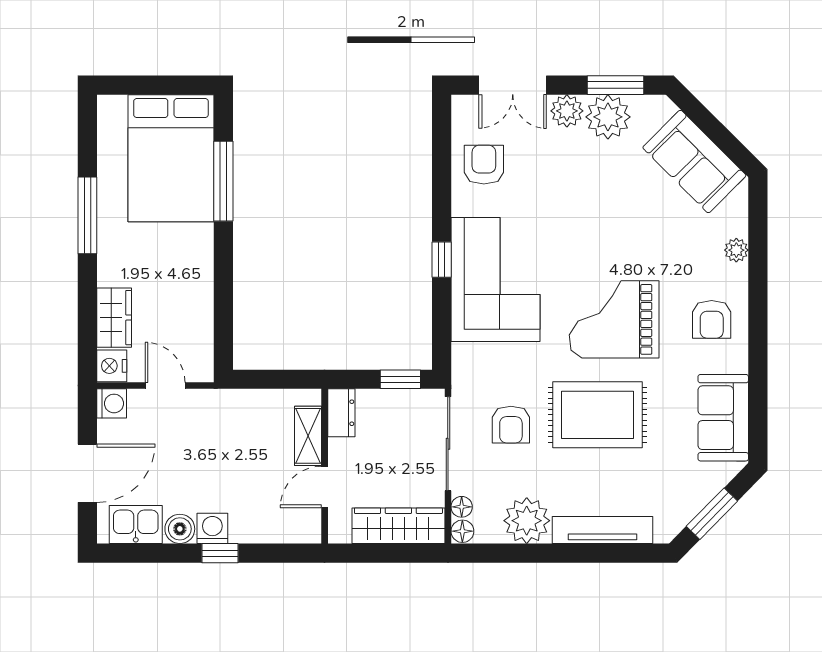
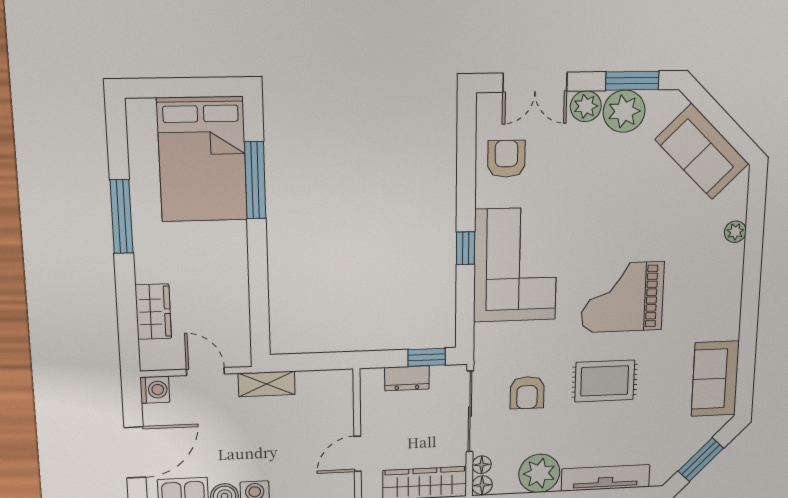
armchair: (712, 319) -> (710, 294), removed
nightstand: (112, 366) -> (153, 356), removed
dresser: (341, 413) -> (407, 378), moved, turned 90
rug: (598, 415) -> (605, 381), width x0.73, depth x0.70
shelving: (308, 436) -> (267, 384), moved, turned 90

